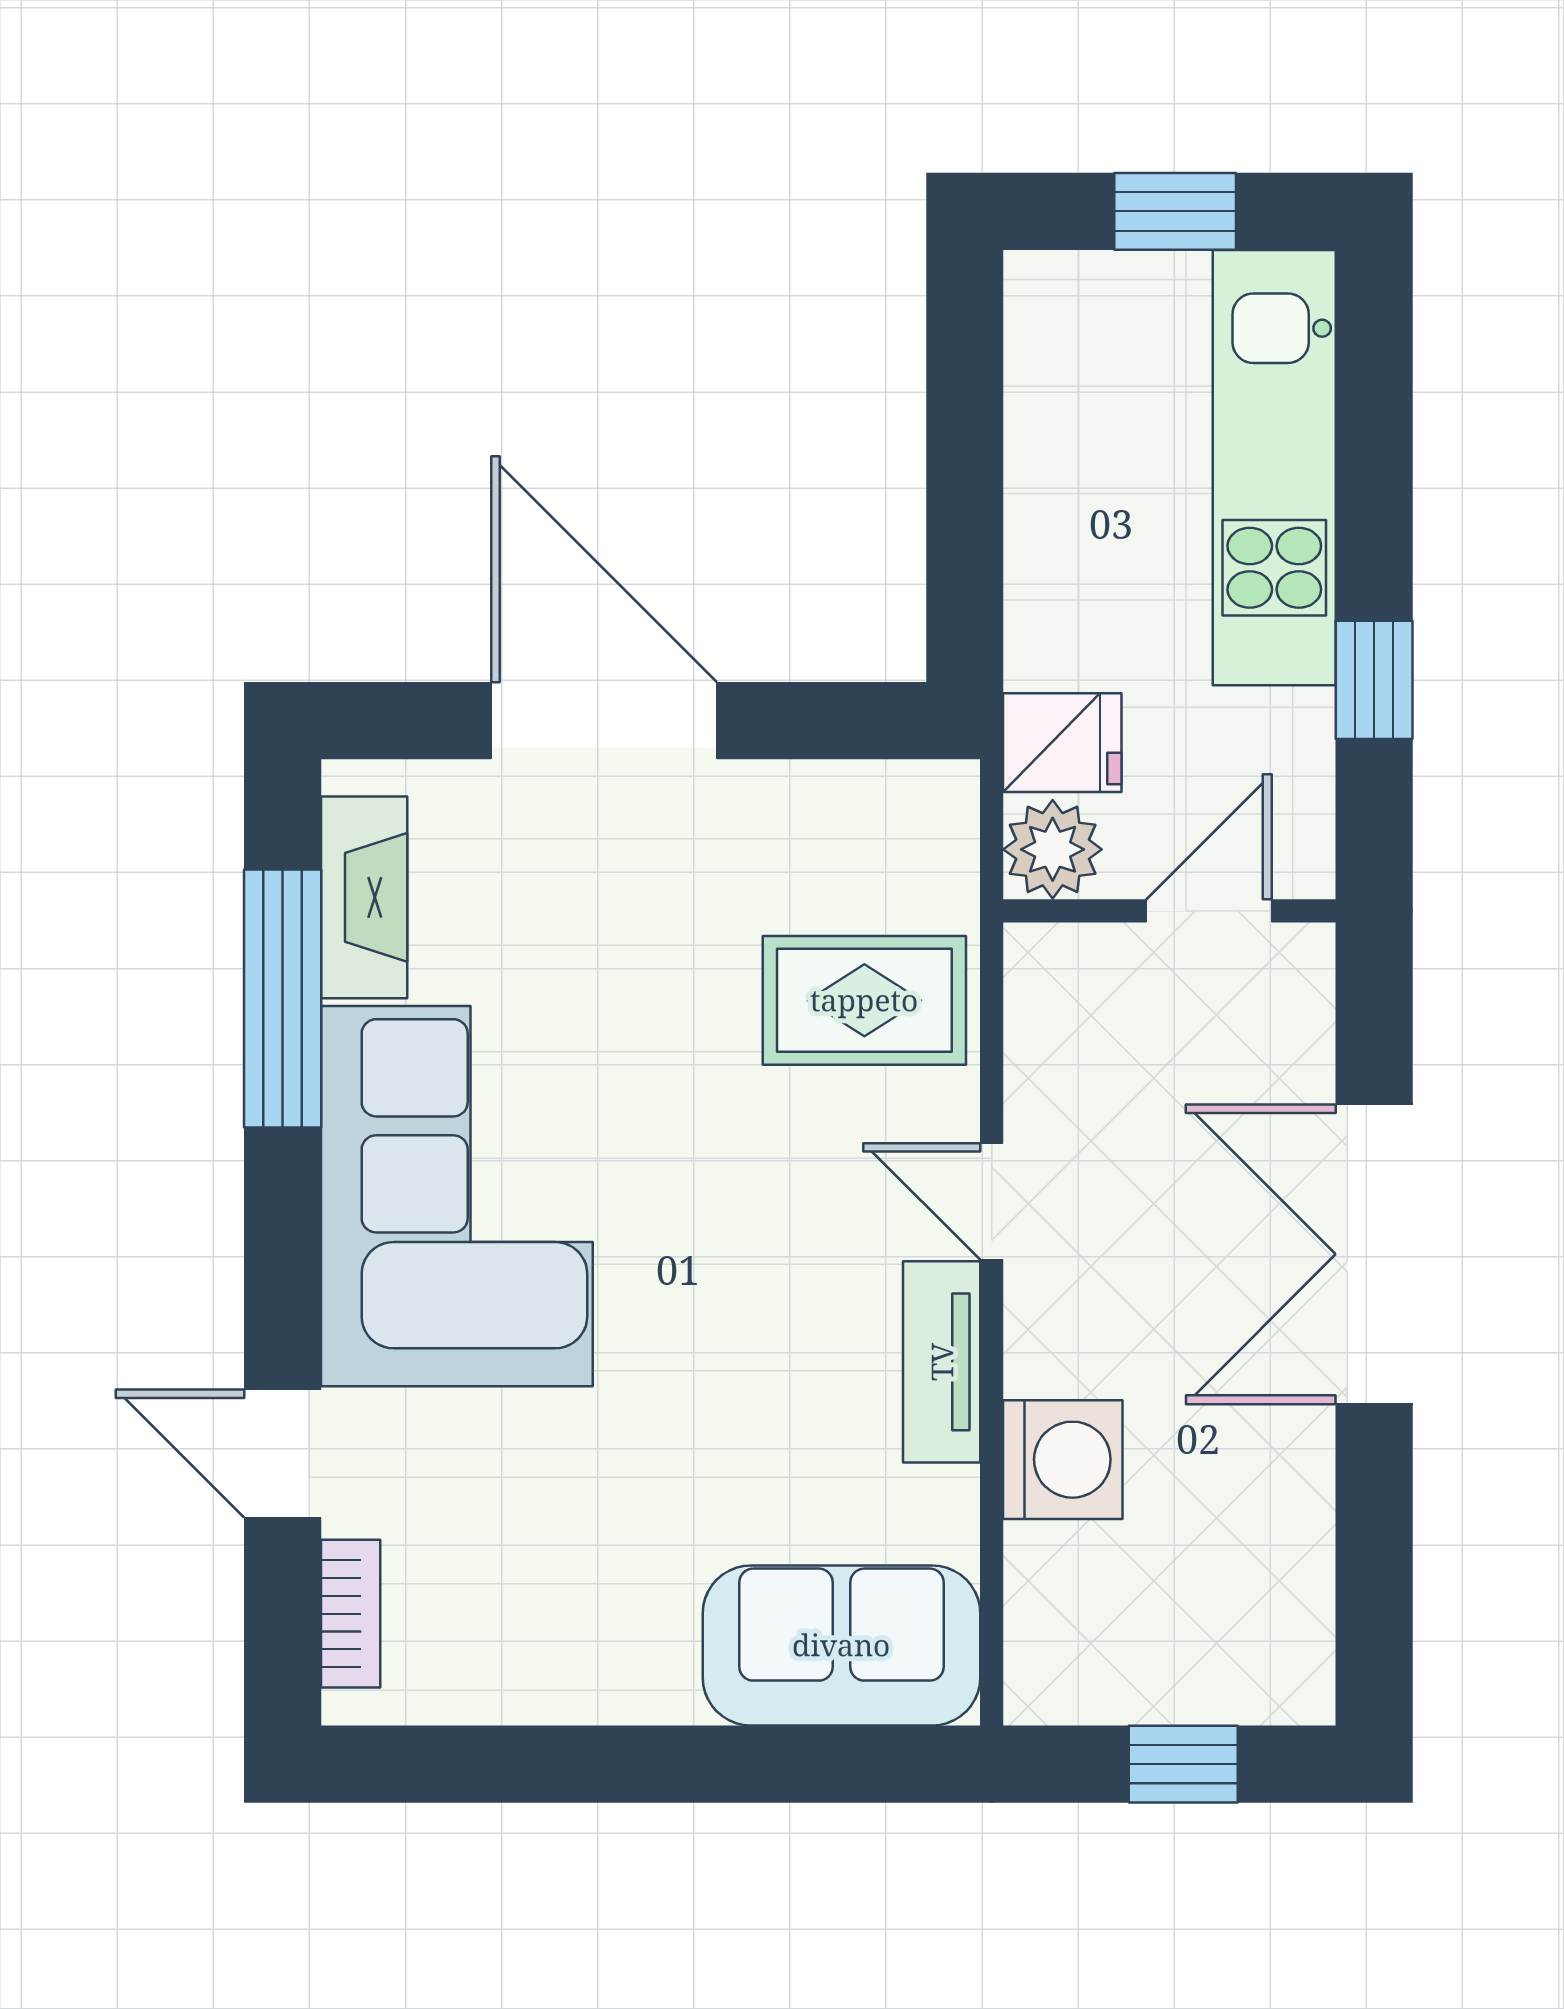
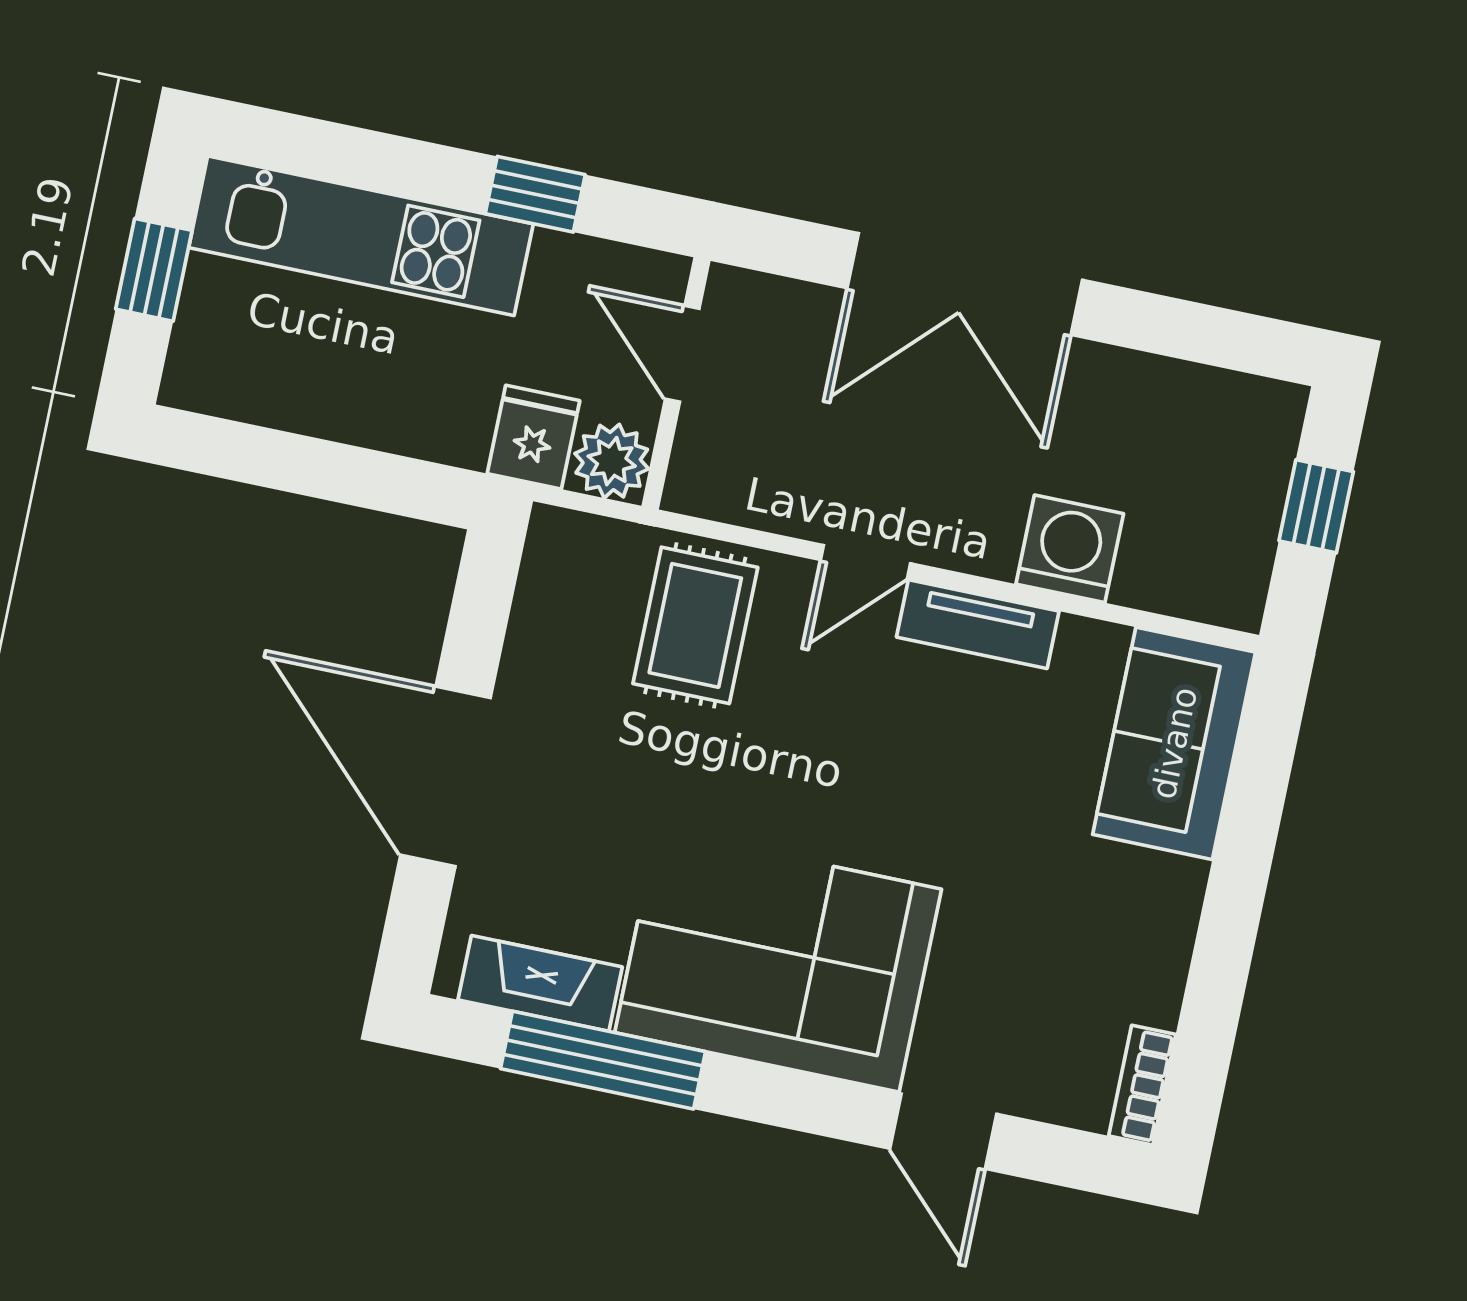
door: (604, 721) -> (445, 776), hinge flipped
door: (283, 1454) -> (943, 1131), hinge flipped
bookcase: (351, 1614) -> (1142, 1085), moved, turned -90

